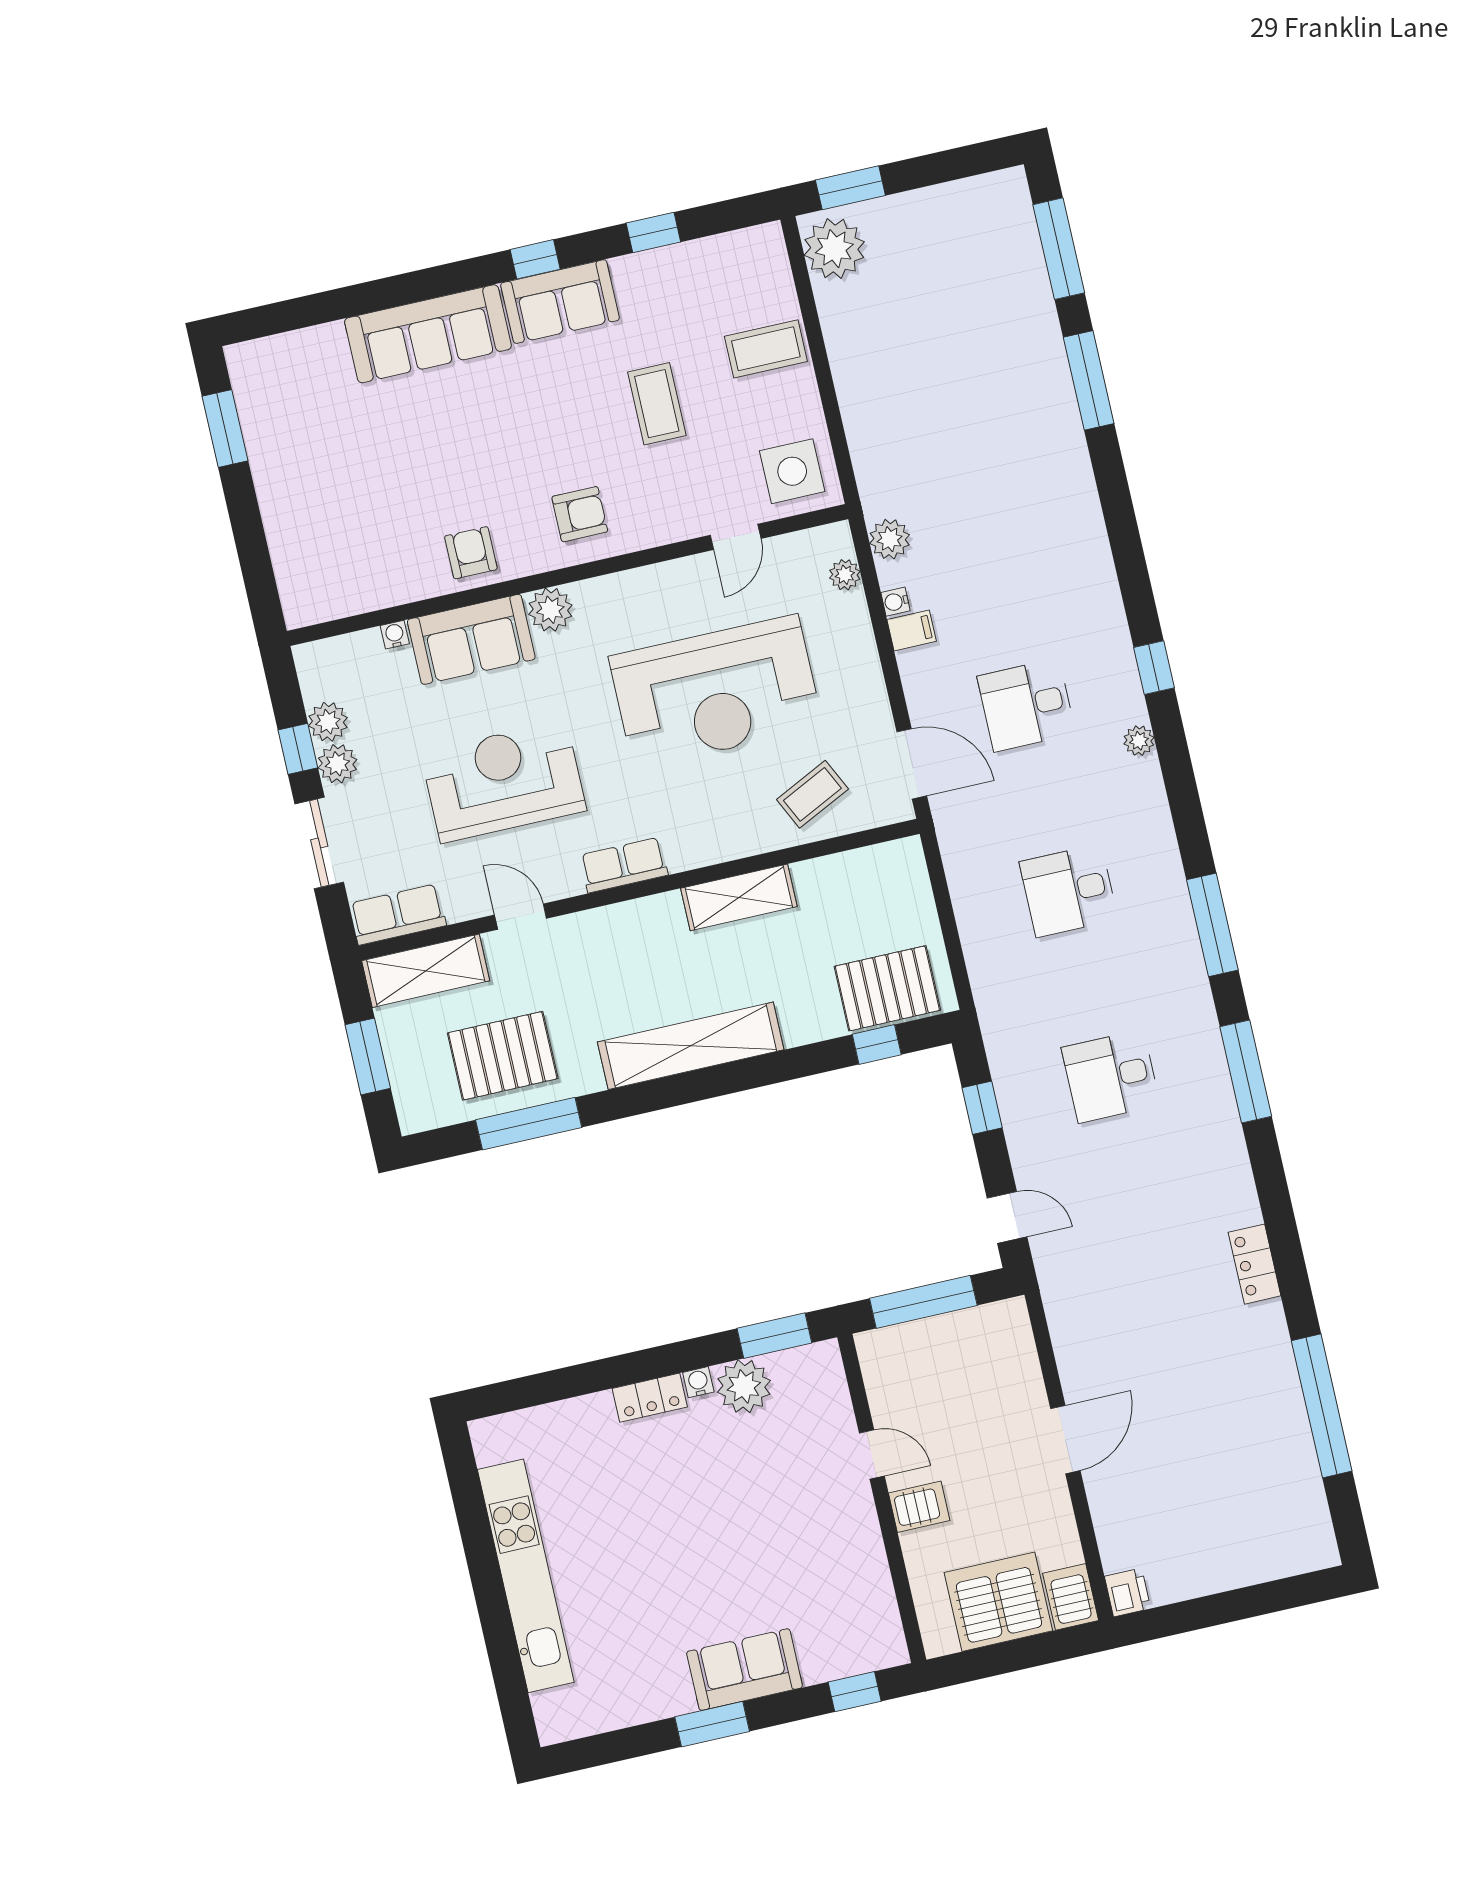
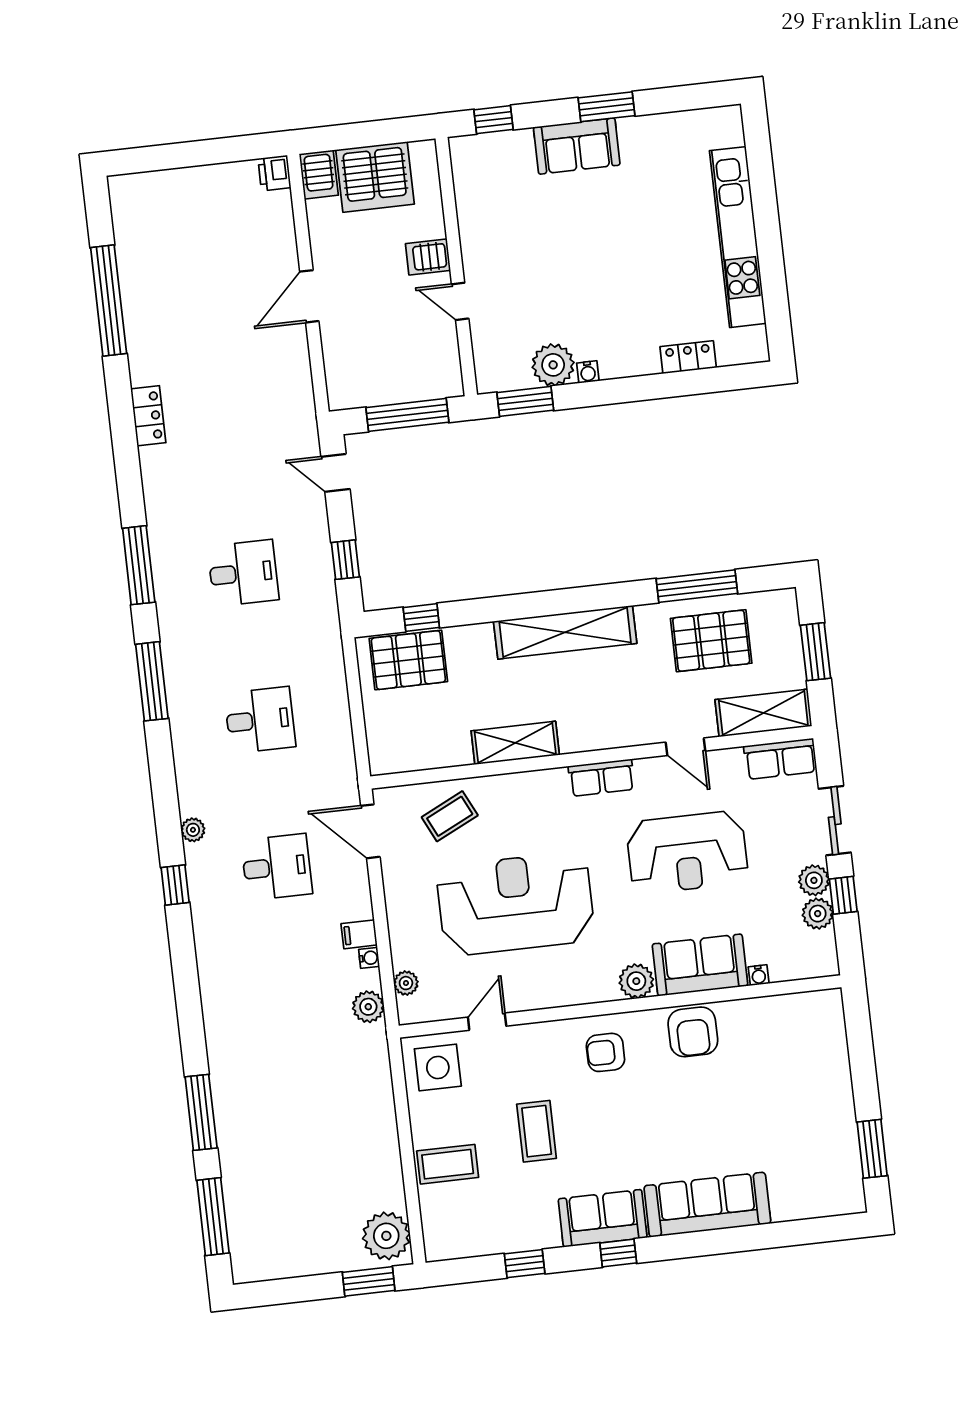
armchair: (471, 553) -> (693, 1032), width x1.38, depth x1.38
locker: (650, 1398) -> (688, 357), moved

